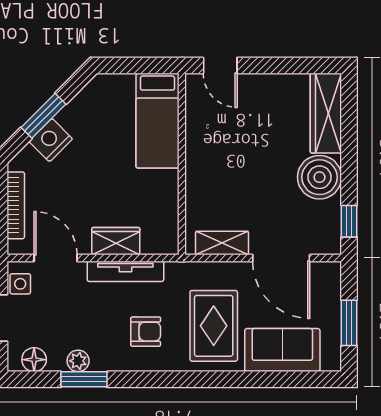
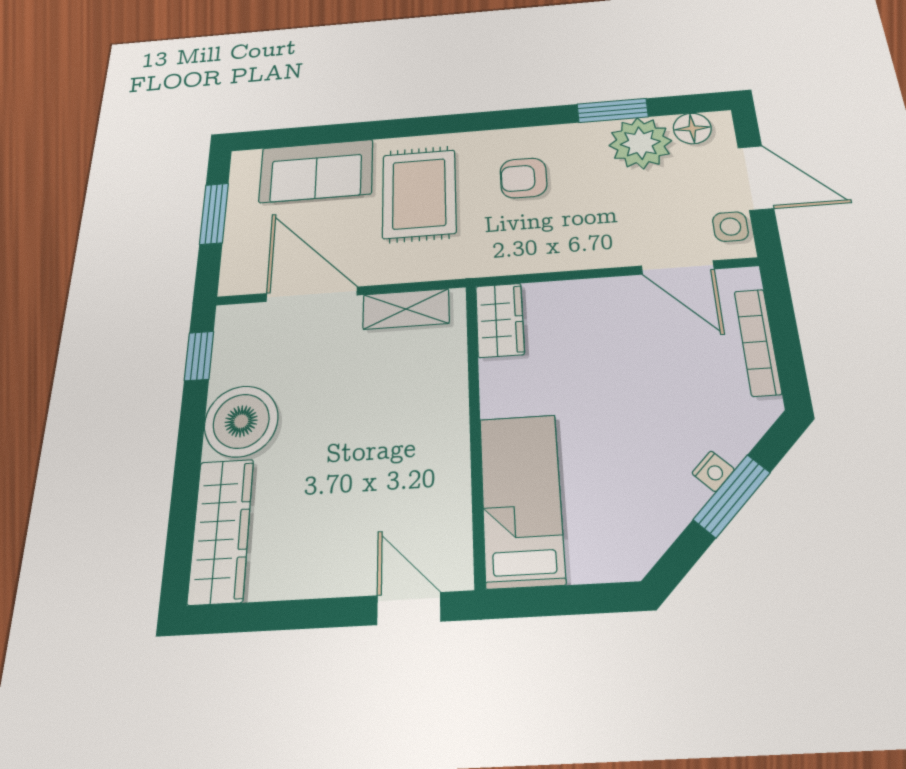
nightstand: (51, 140) -> (713, 471), width x0.53, depth x0.56
wardrobe: (116, 241) -> (500, 320), moved, turned -90
tv unit: (125, 271) -> (561, 257), removed
plant: (78, 361) -> (640, 143), width x1.88, depth x1.88

